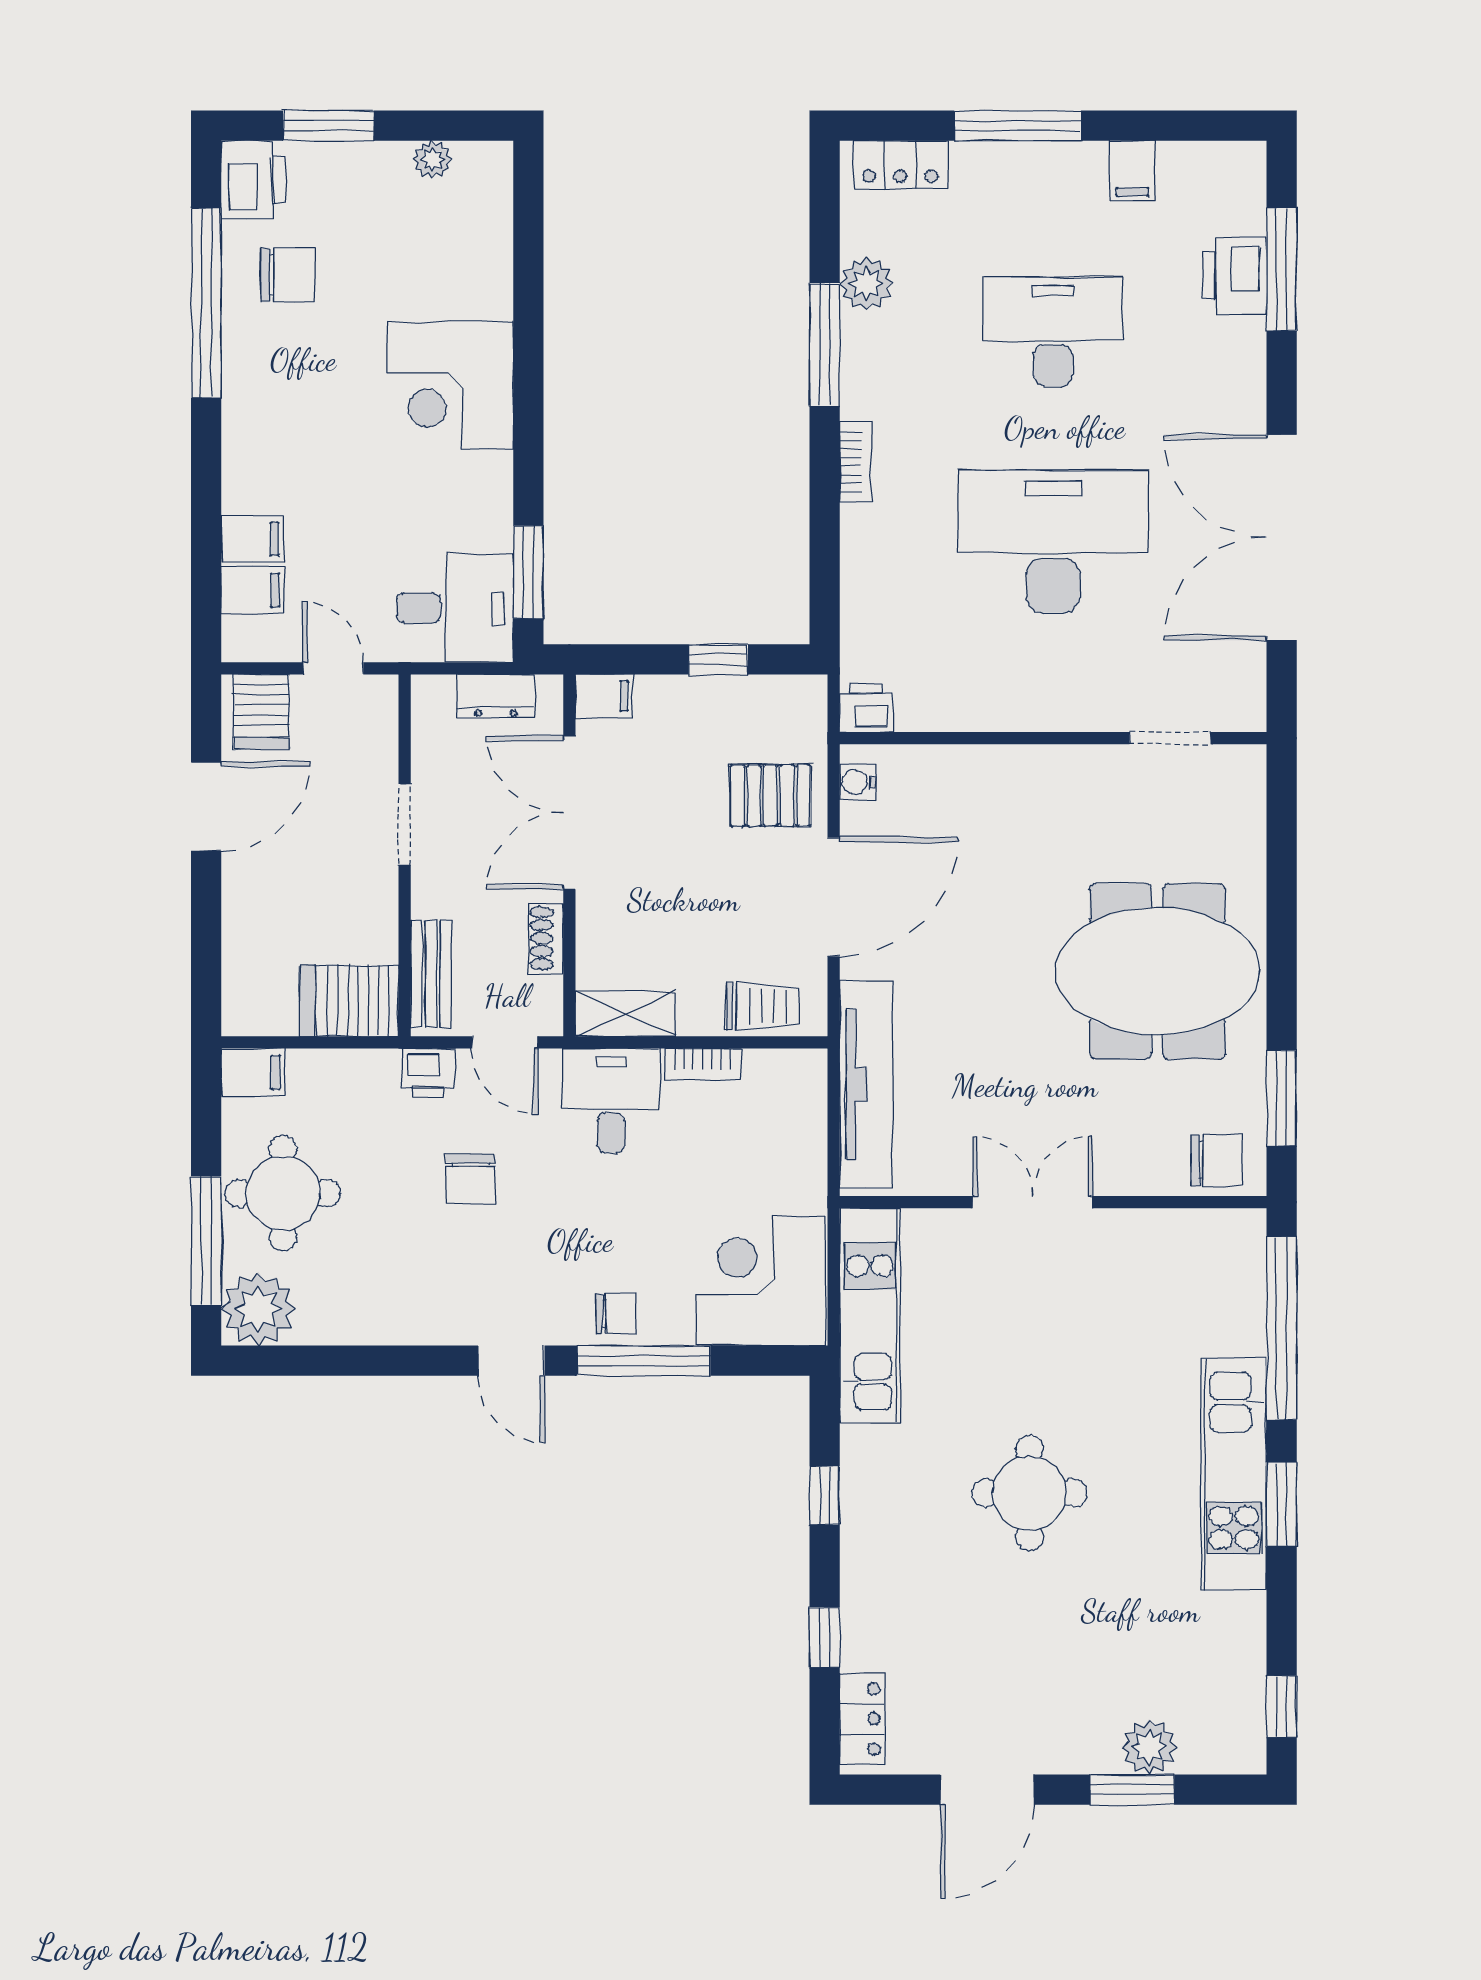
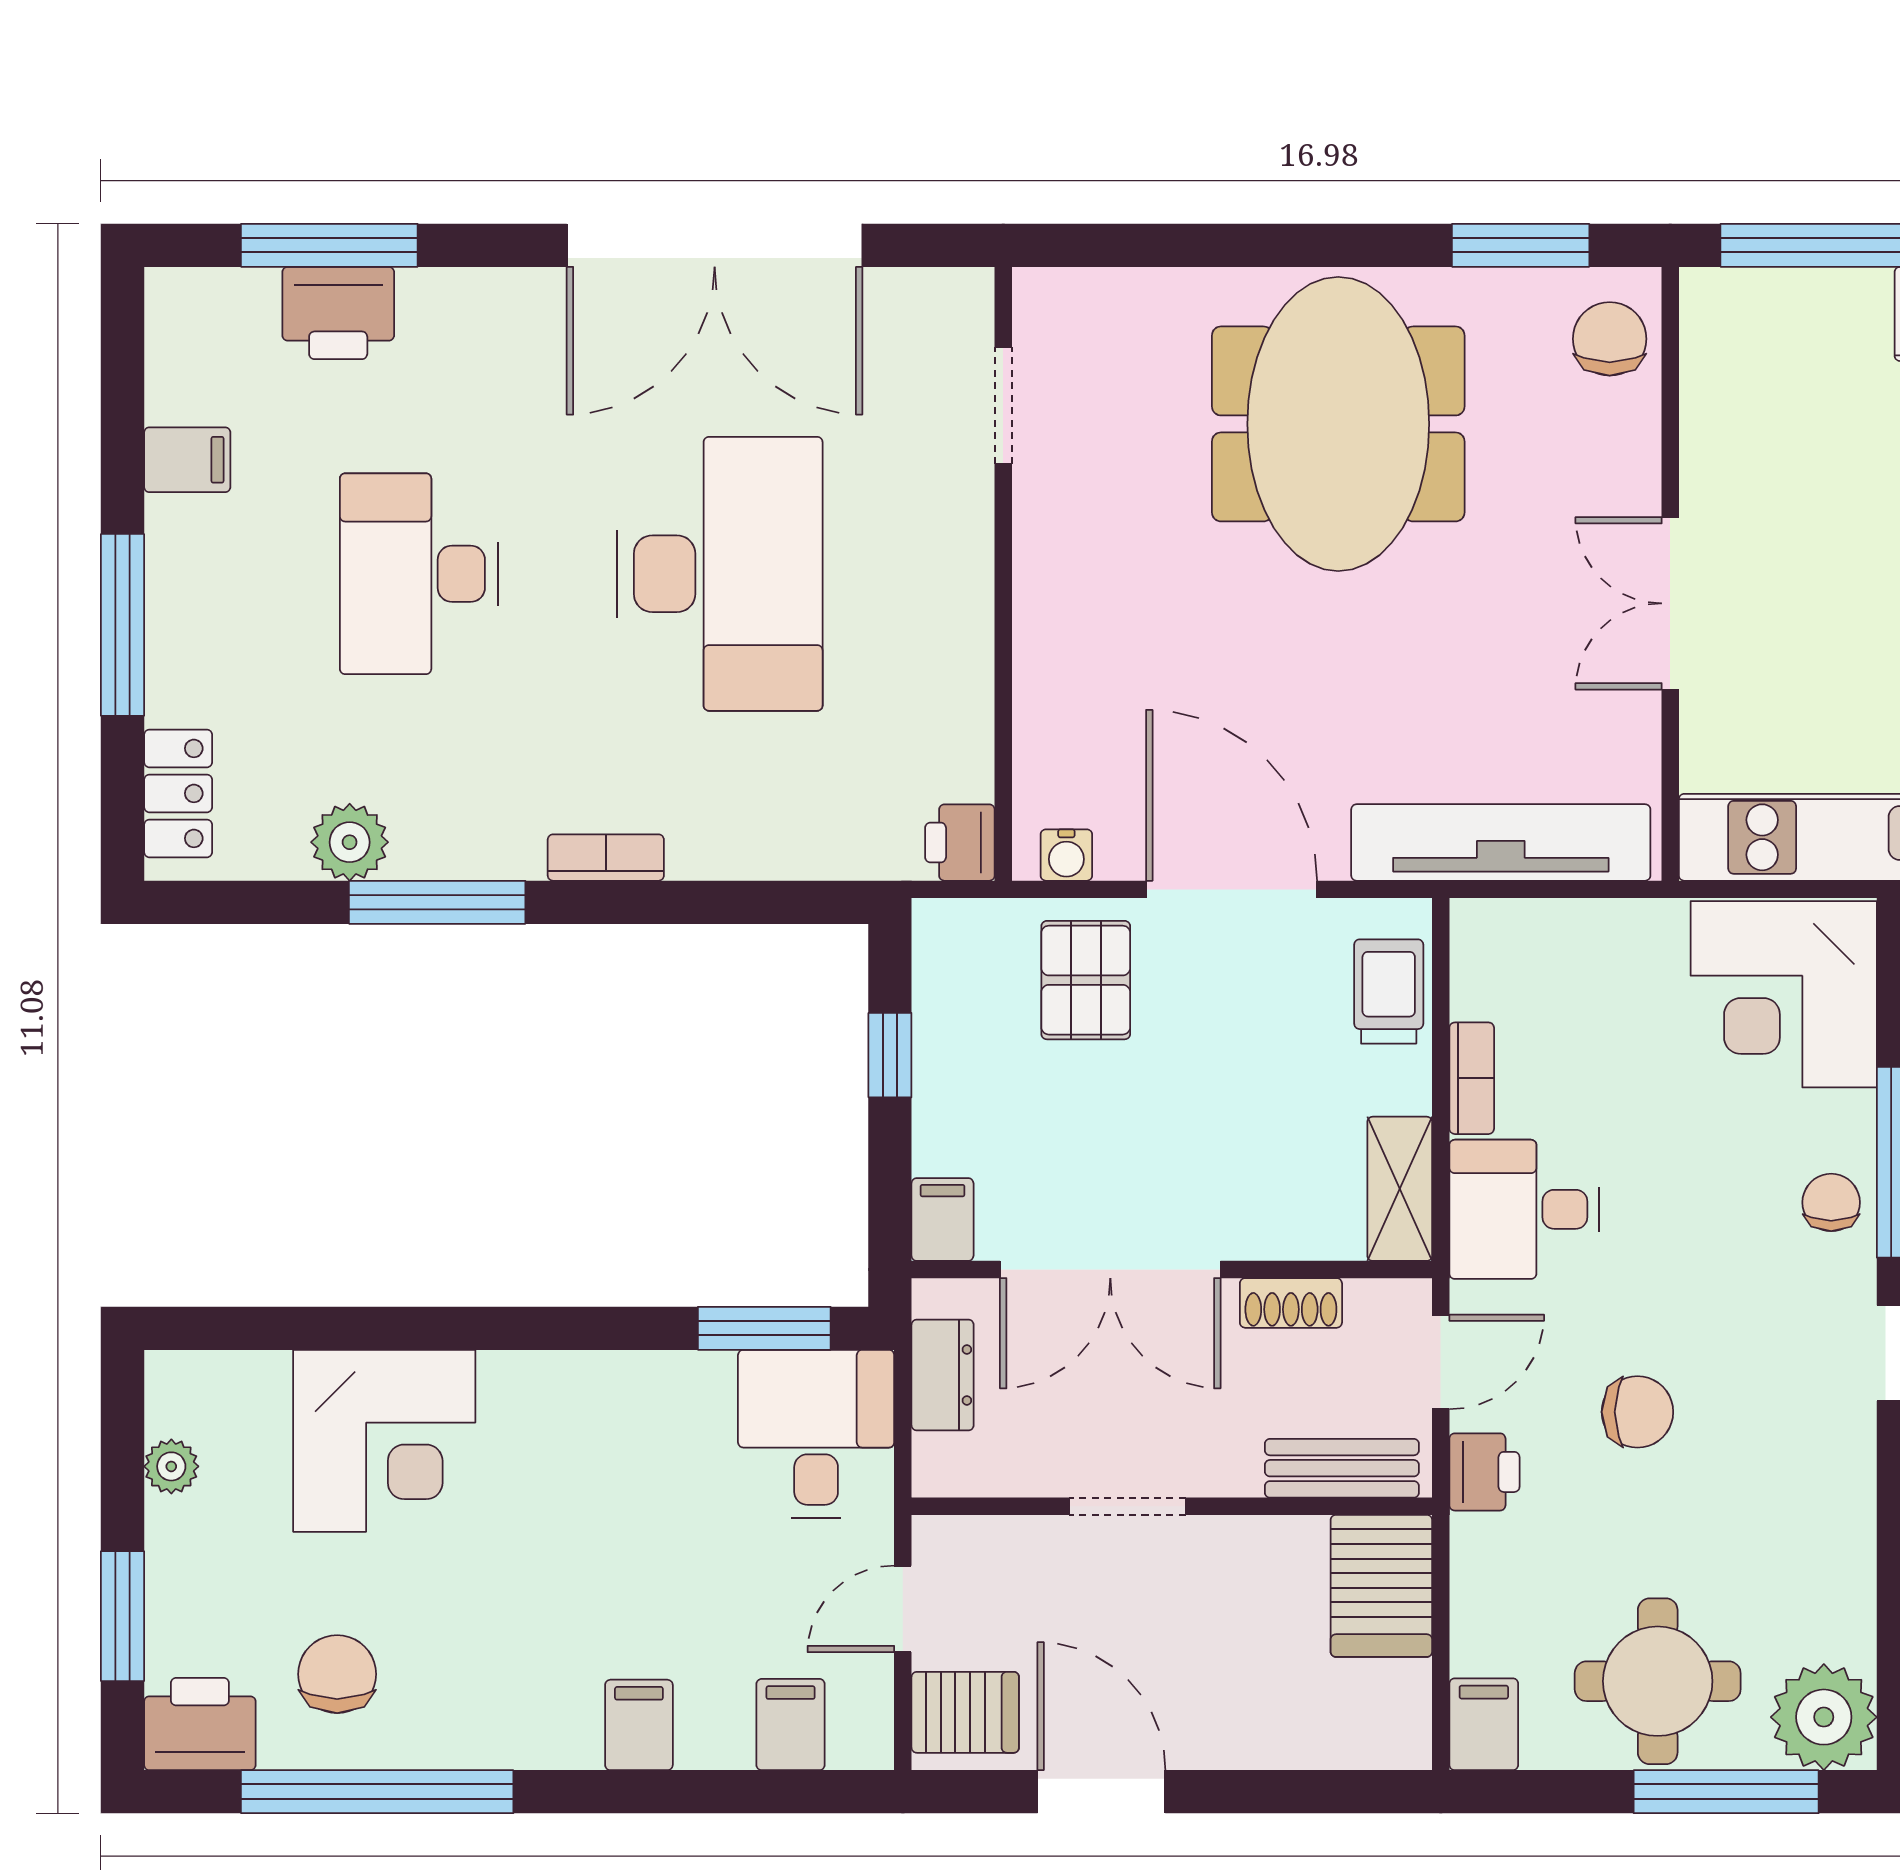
corner desk: (450, 385) -> (384, 1441), moved
filing cabinet: (253, 539) -> (639, 1725), moved
desk: (1053, 541) -> (720, 574), turned 180

